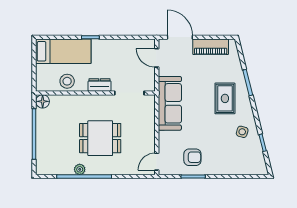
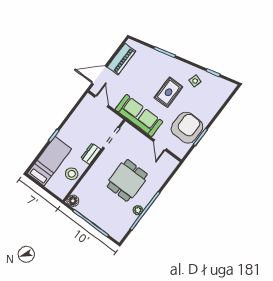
door: (157, 58) -> (102, 101), swing flipped
rug: (225, 98) -> (168, 92), moved, turned 90
armchair: (192, 157) -> (187, 128), width x1.88, depth x1.88
door: (157, 162) -> (160, 145), moved

